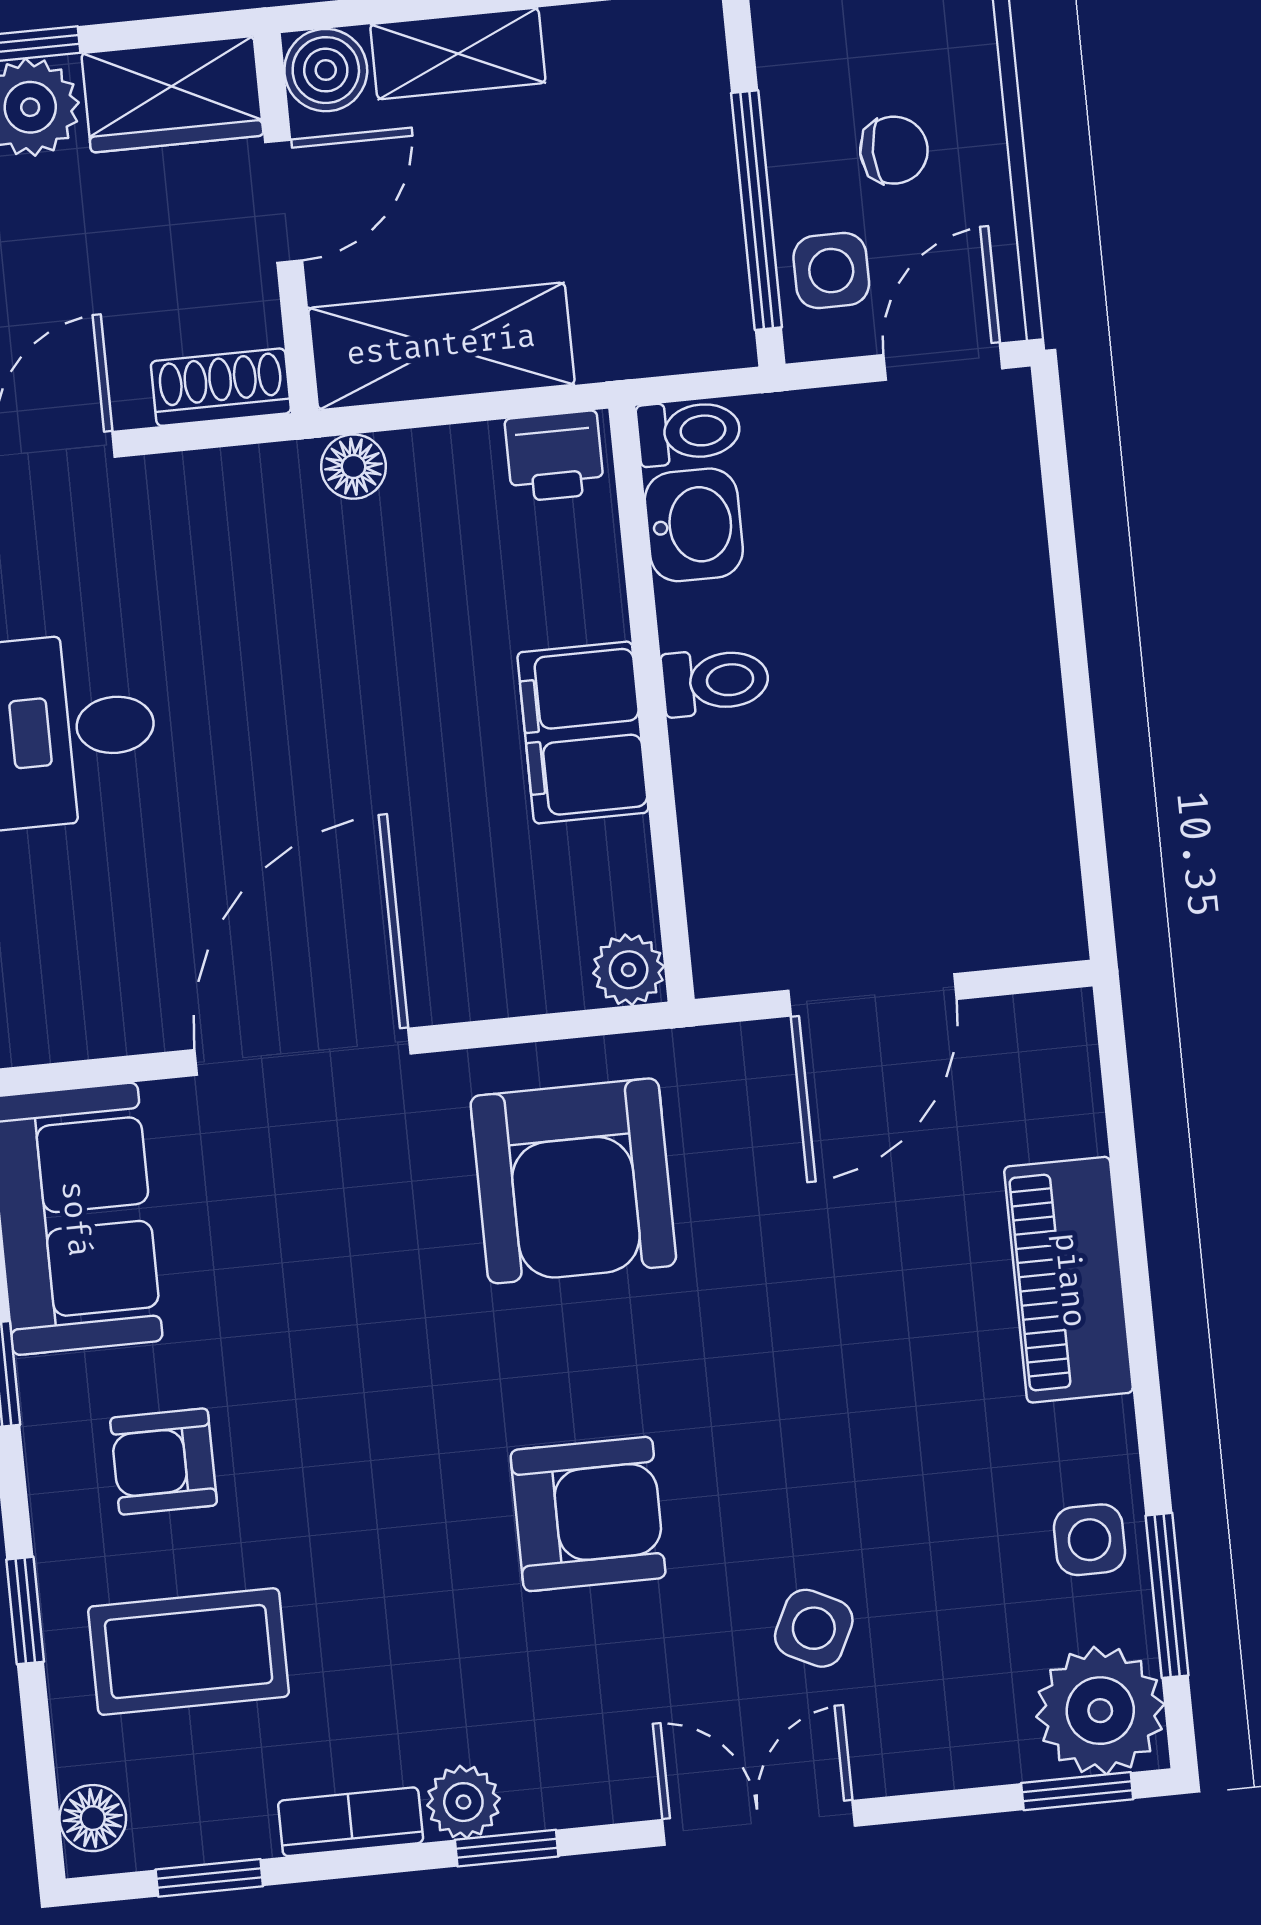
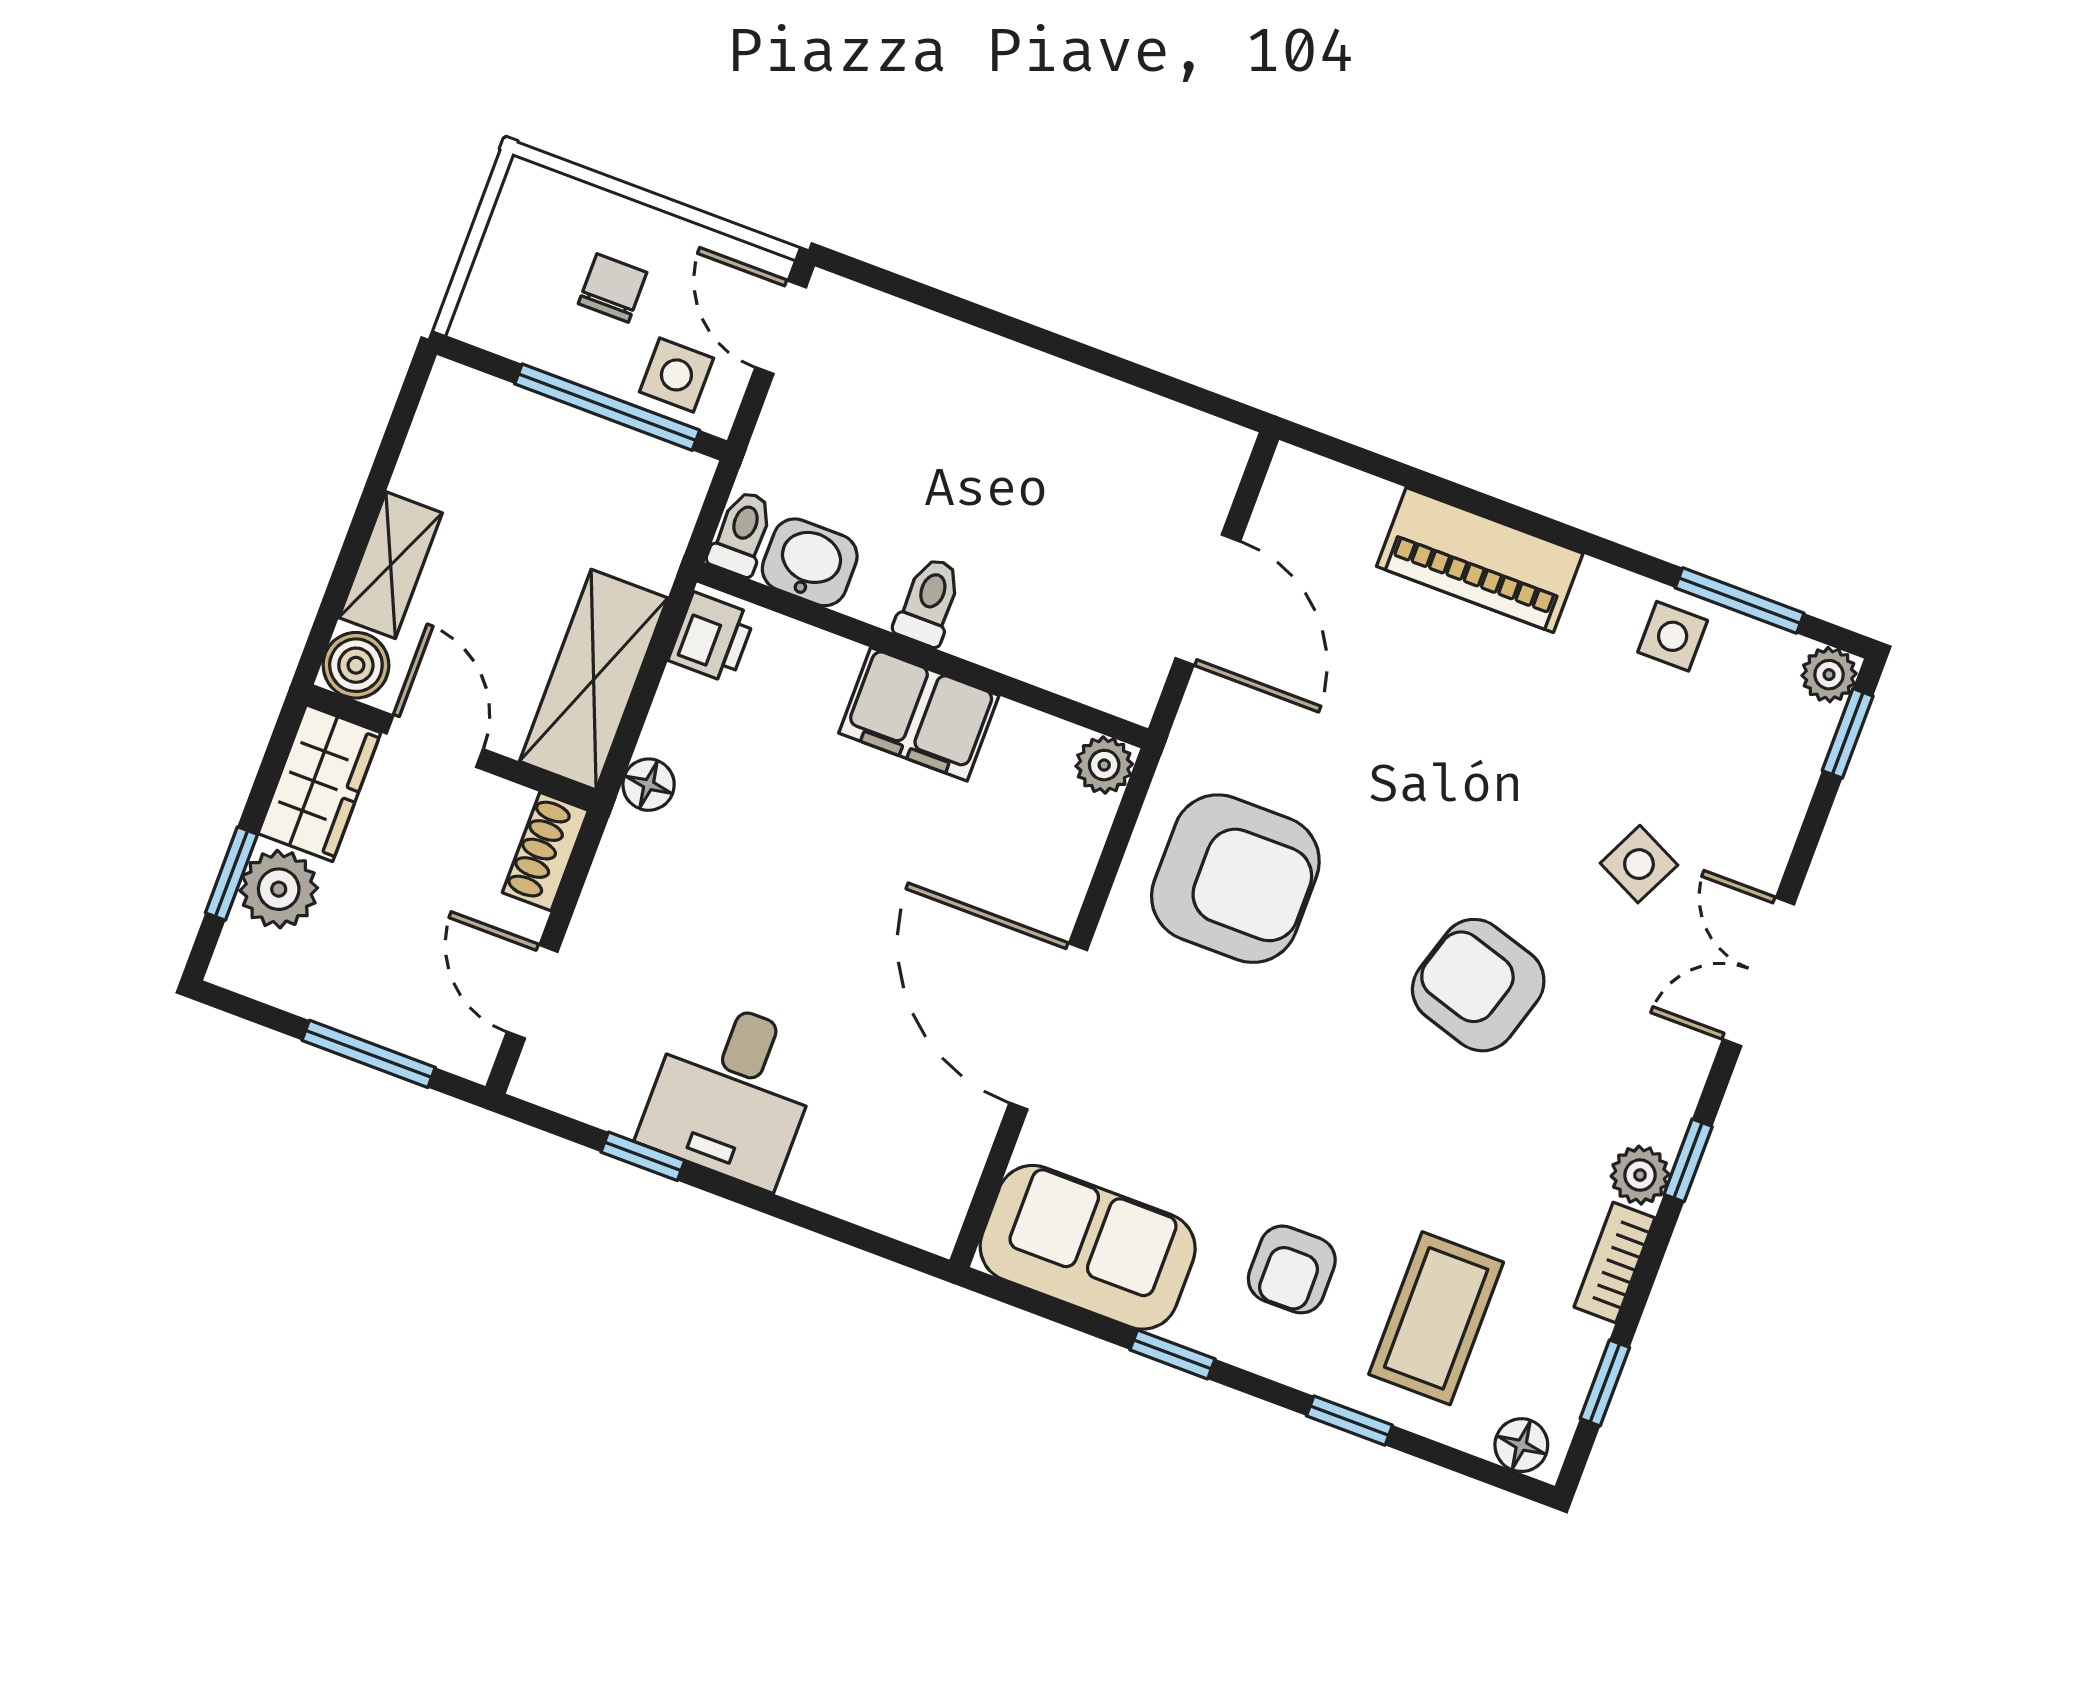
armchair: (588, 1514) -> (1478, 985), turned -73
plant: (1100, 1711) -> (1829, 675), width x0.53, depth x0.53

